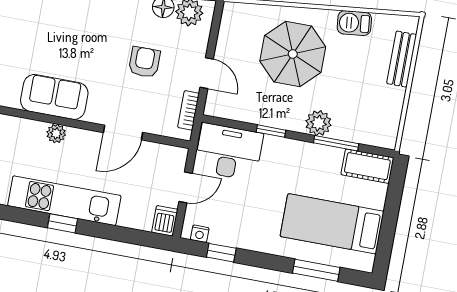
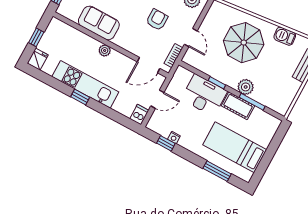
door: (123, 132) -> (149, 65), moved
plant: (56, 133) -> (105, 51), moved
desk: (229, 152) -> (204, 95), moved
cot: (367, 166) -> (238, 106), moved
nightstand: (200, 234) -> (174, 138), moved

